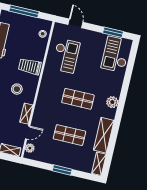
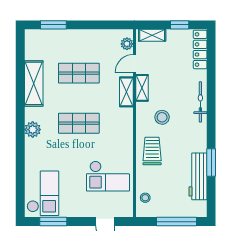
checkout: (66, 56) -> (108, 176), turned -90
trolley: (30, 66) -> (152, 151), turned -90
shelving: (99, 164) -> (126, 92), moved
window: (62, 170) -> (53, 25), moved

